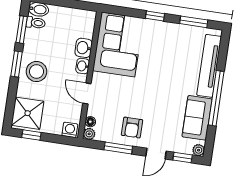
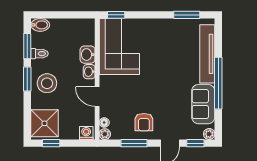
window: (155, 16) -> (116, 15), moved
toilet: (36, 23) -> (39, 54), moved

